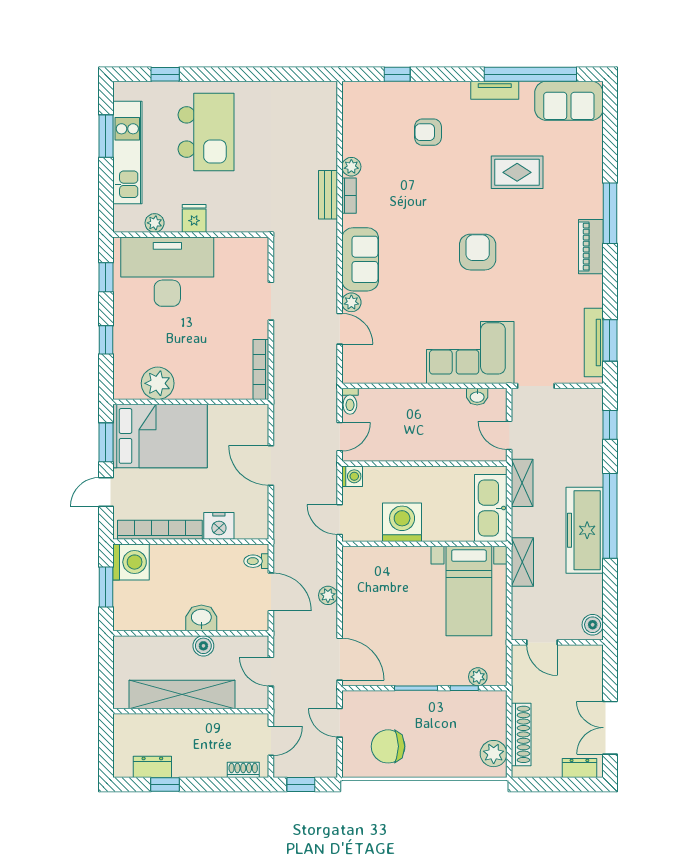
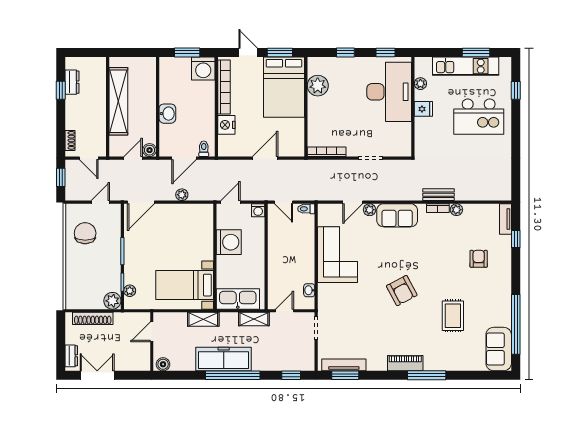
tv unit: (495, 90) -> (505, 219), moved
armchair: (478, 252) -> (402, 291), turned 62
corner sofa: (470, 352) -> (337, 255), moved
boiler: (203, 646) -> (150, 150), moved
plant: (494, 754) -> (112, 301), moved

